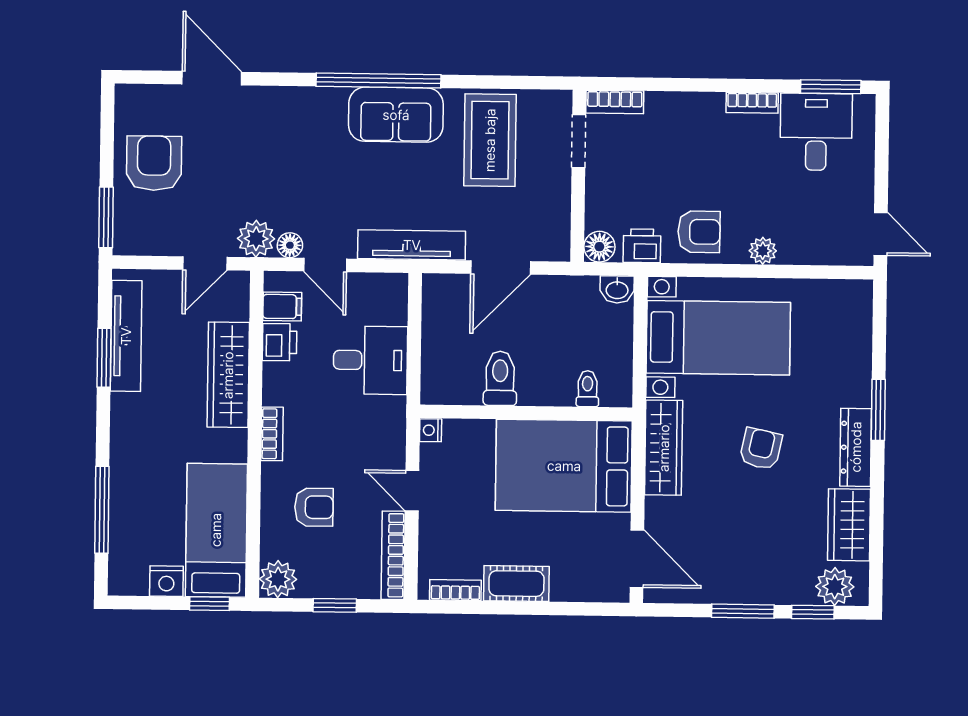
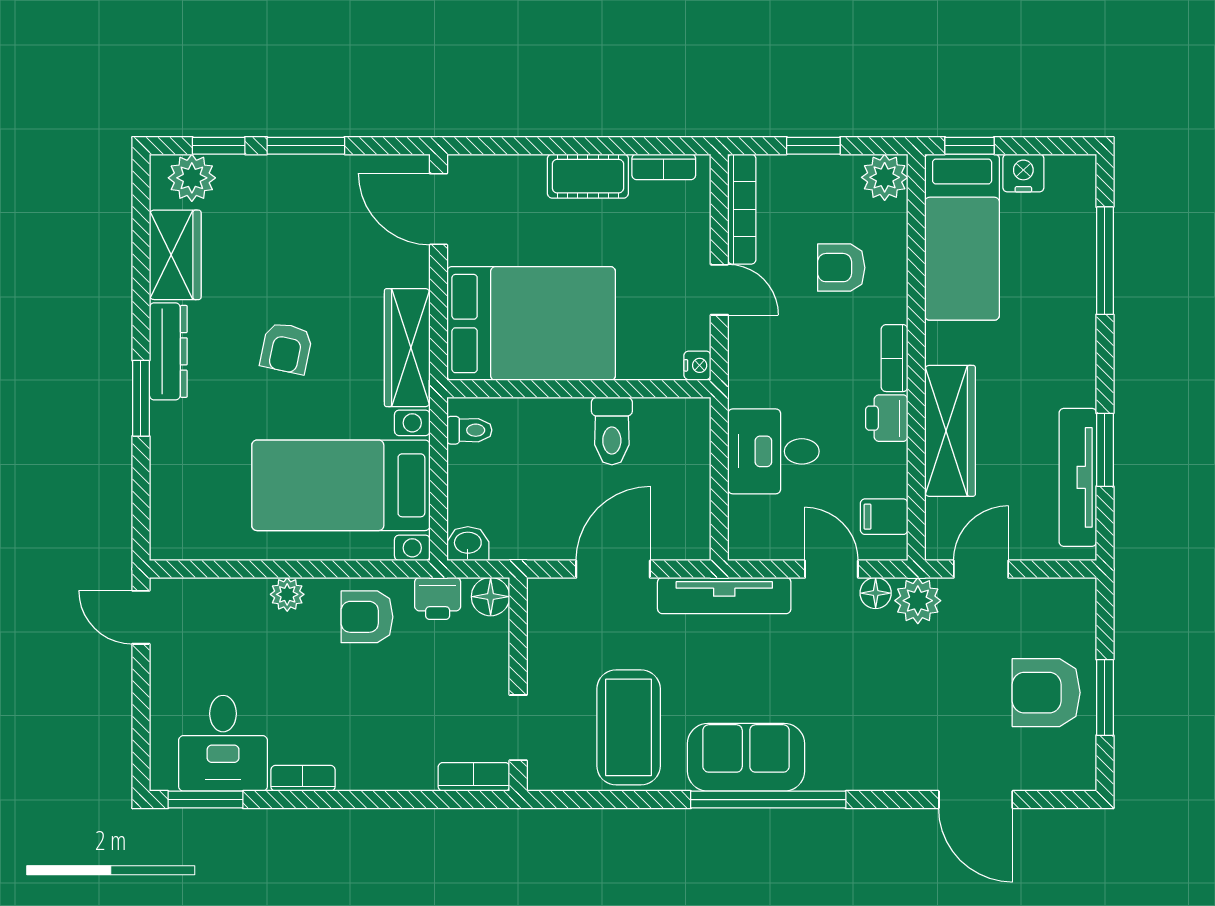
armchair: (154, 163) -> (1046, 693), turned 90
window: (106, 217) -> (1105, 697), moved
printer: (280, 342) -> (887, 418), moved
toilet: (588, 389) -> (469, 430), moved, turned -90

